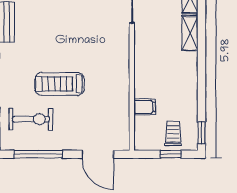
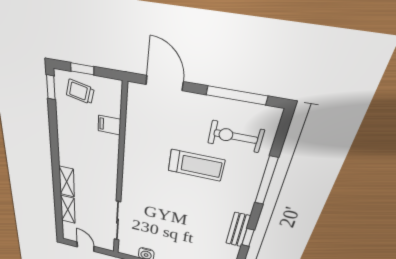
trolley: (173, 134) -> (80, 92), turned 102

